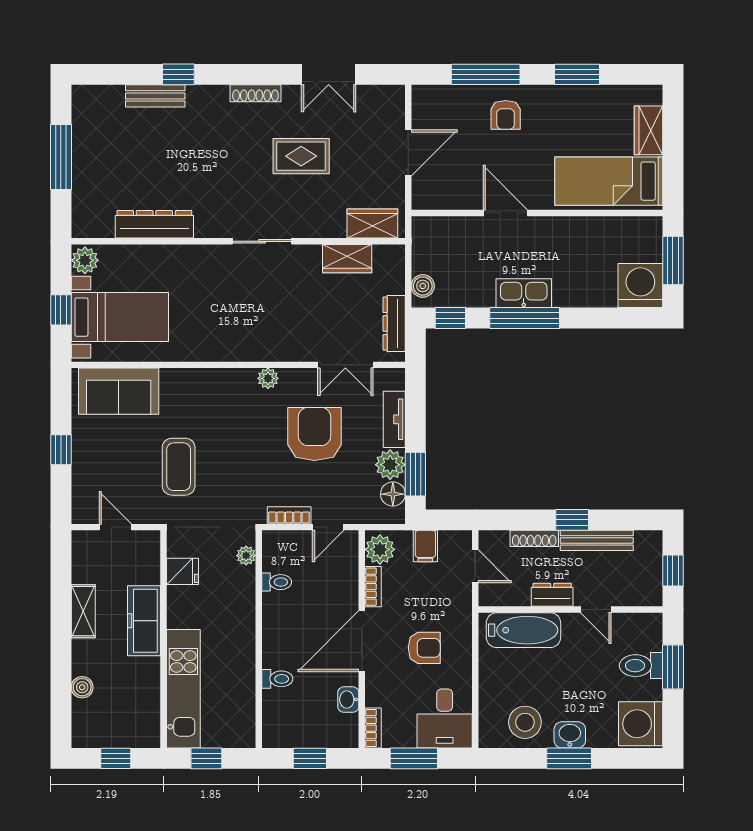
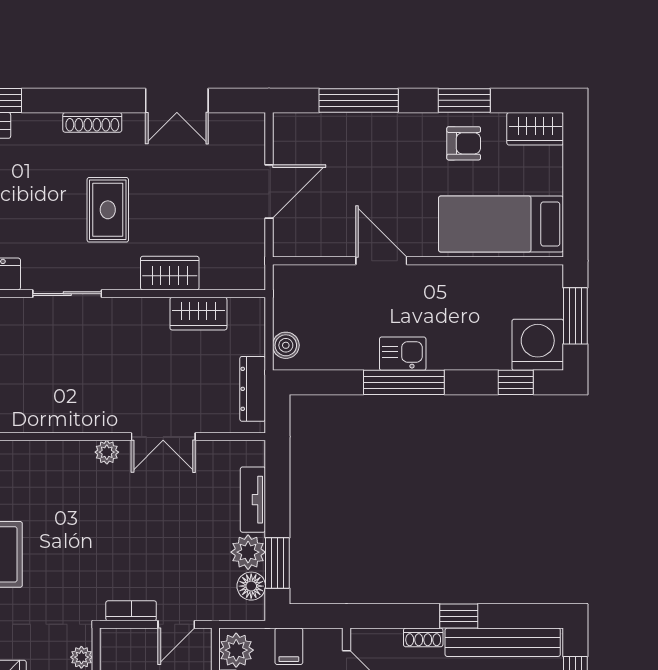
armchair: (506, 115) -> (464, 143), moved, turned -90
wardrobe: (649, 130) -> (535, 129), moved, turned -90
rug: (301, 156) -> (108, 210), moved, turned 90
wardrobe: (372, 224) -> (170, 273), moved
sliding door: (262, 241) -> (67, 294), moved
kitchen sink: (524, 293) -> (403, 354), width x0.73
window: (450, 318) -> (516, 382), moved
double door: (345, 365) -> (163, 437), moved
armchair: (314, 434) -> (161, 517), removed
shoe rack: (534, 538) -> (423, 637), width x0.70
bench: (597, 540) -> (503, 642), width x1.37, depth x1.21

